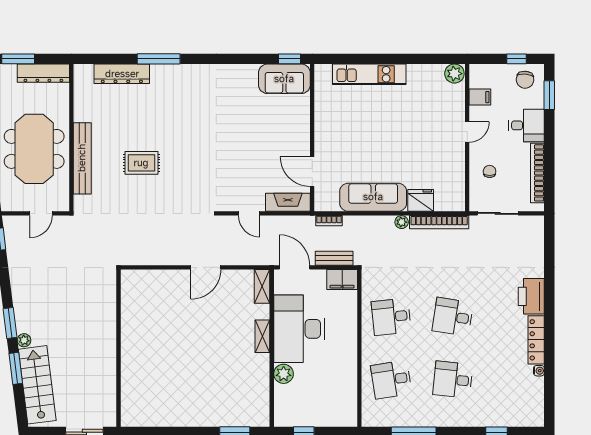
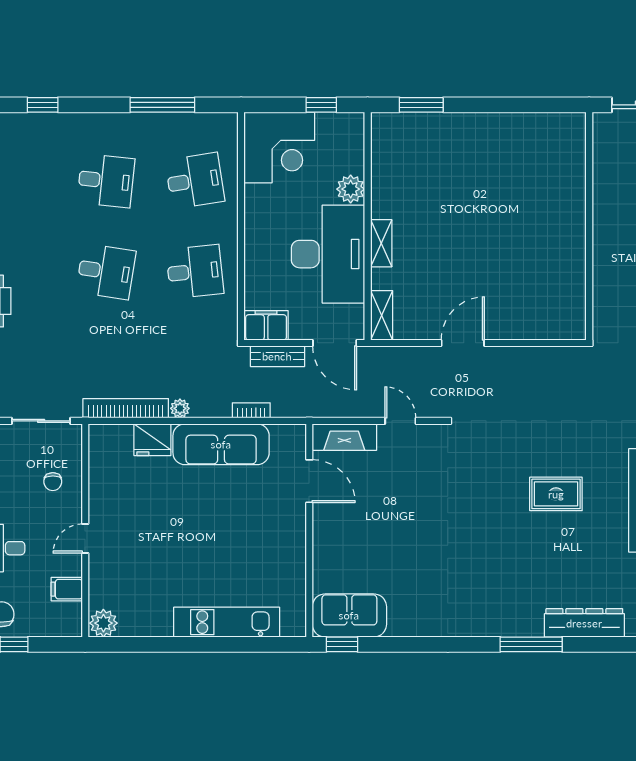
bookcase: (329, 221) -> (251, 410), moved
corner desk: (333, 403) -> (279, 147), added

